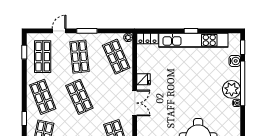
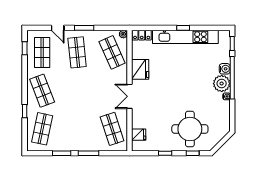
door: (59, 31) -> (58, 28), swing flipped
water cooler: (235, 61) -> (225, 69), moved
fridge: (144, 79) -> (140, 69), width x1.88, depth x1.34
shop shelf: (79, 97) -> (77, 91), removed
double door: (135, 103) -> (130, 96), swing flipped

